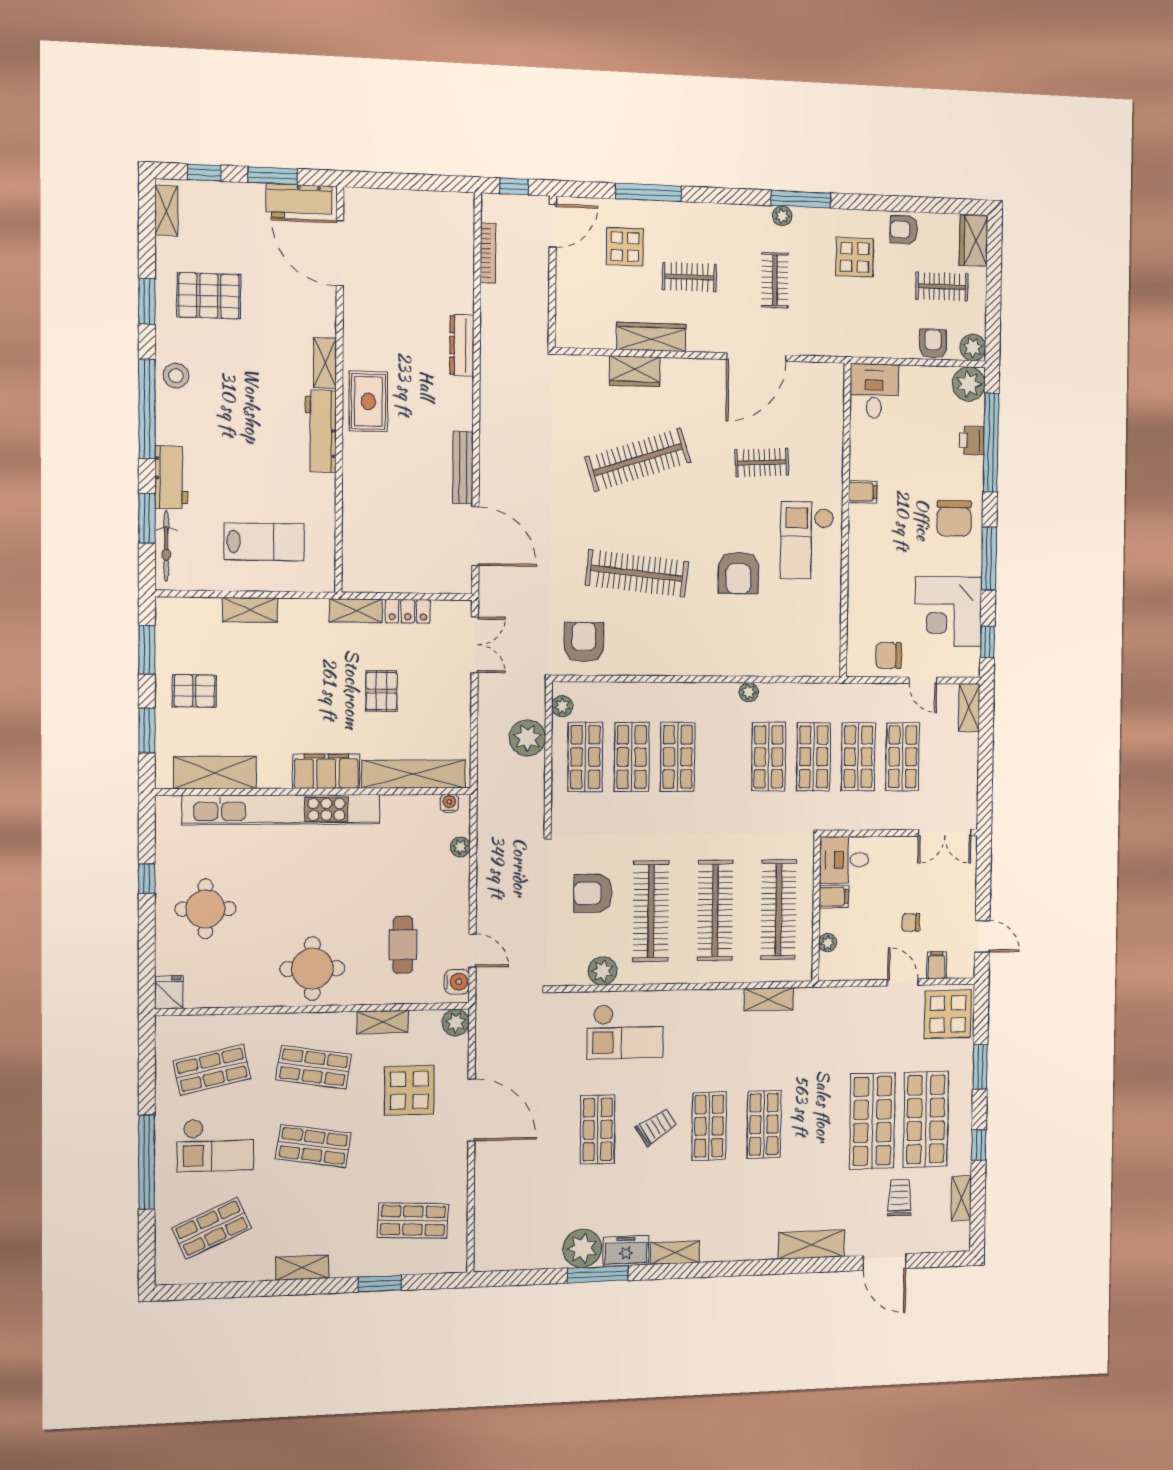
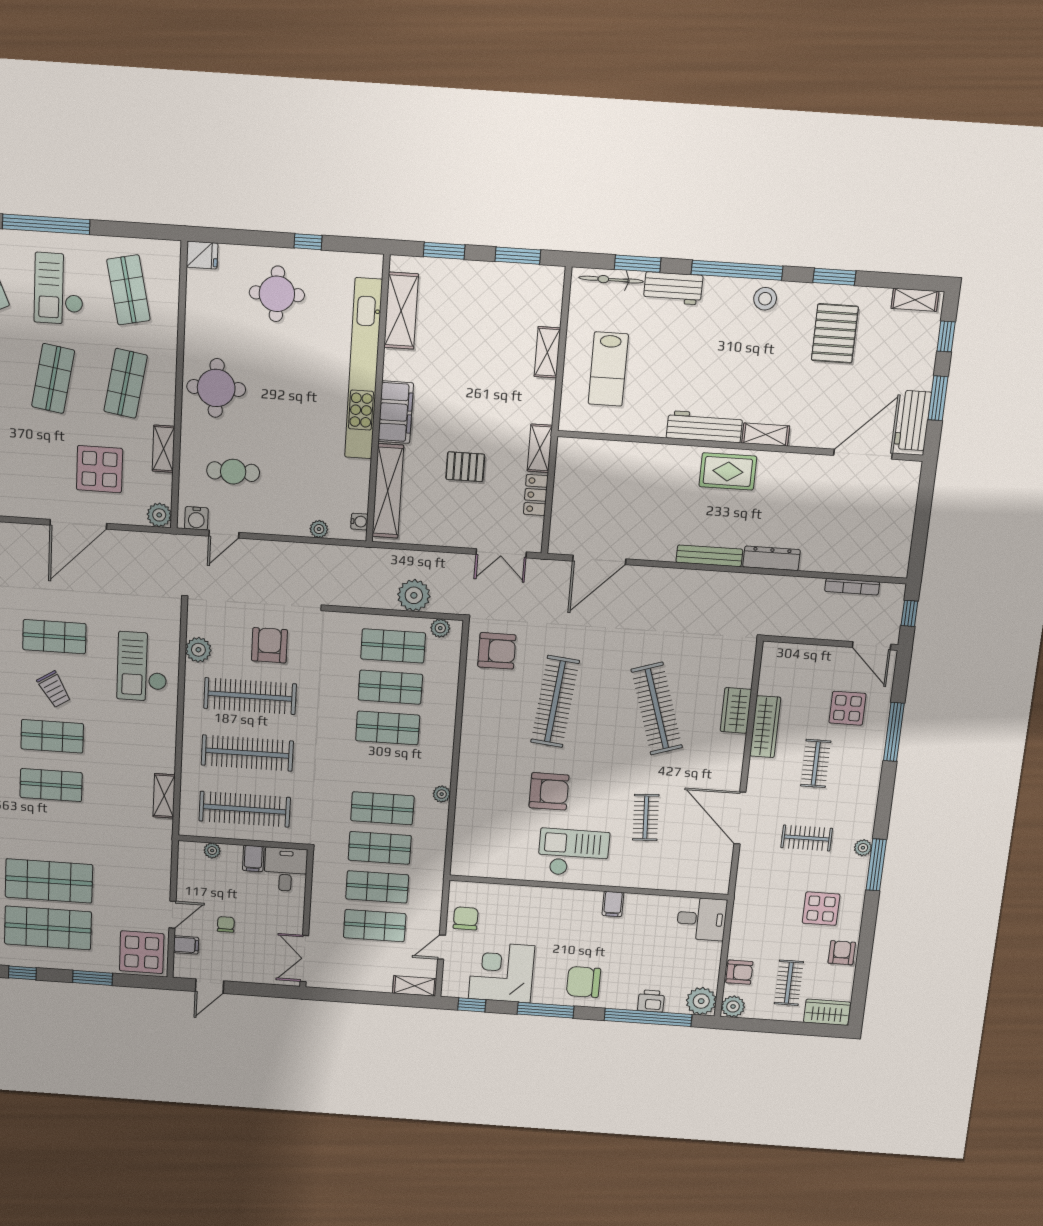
bench: (463, 468) -> (709, 556), moved
armchair: (739, 573) -> (549, 791), turned 180
pallet: (194, 691) -> (477, 297), removed

